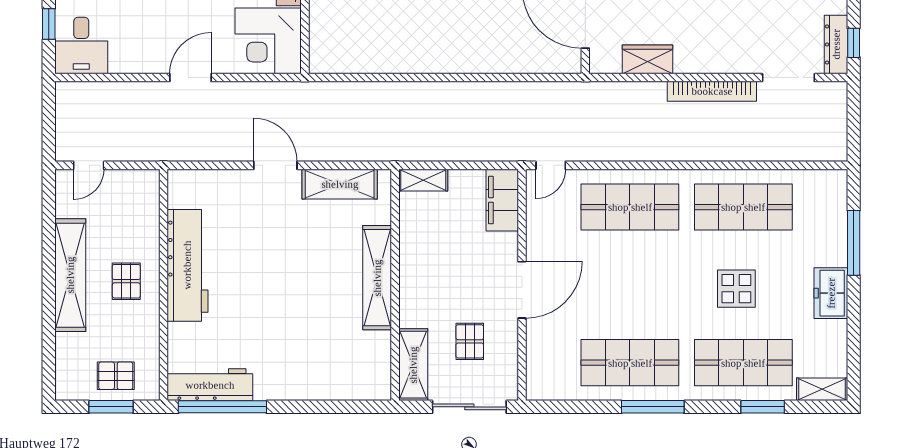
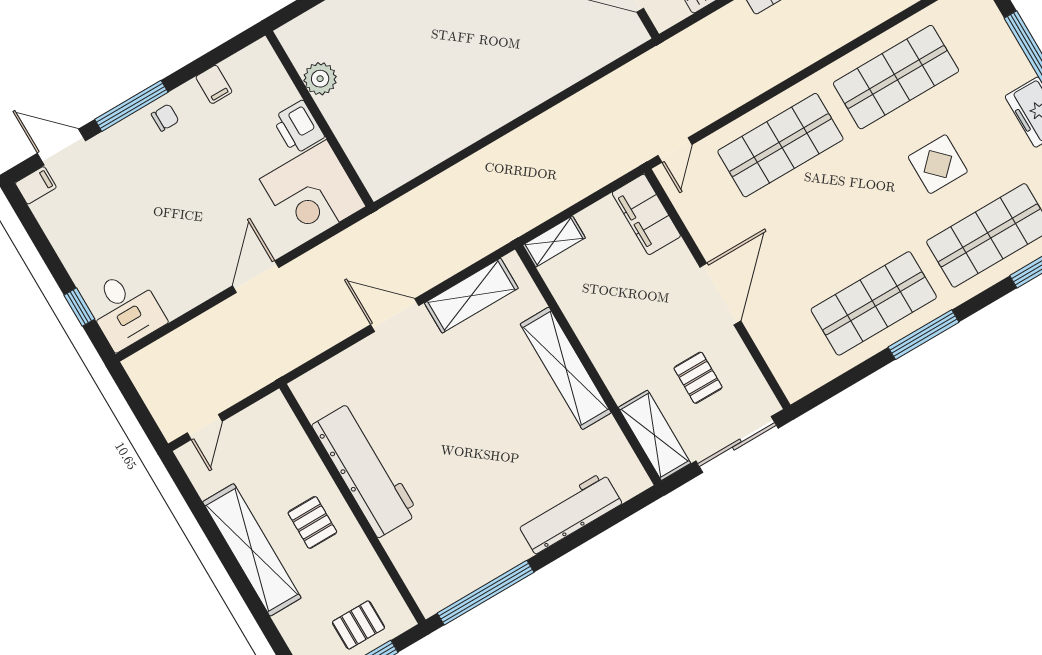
workbench: (210, 385) -> (569, 513), moved

